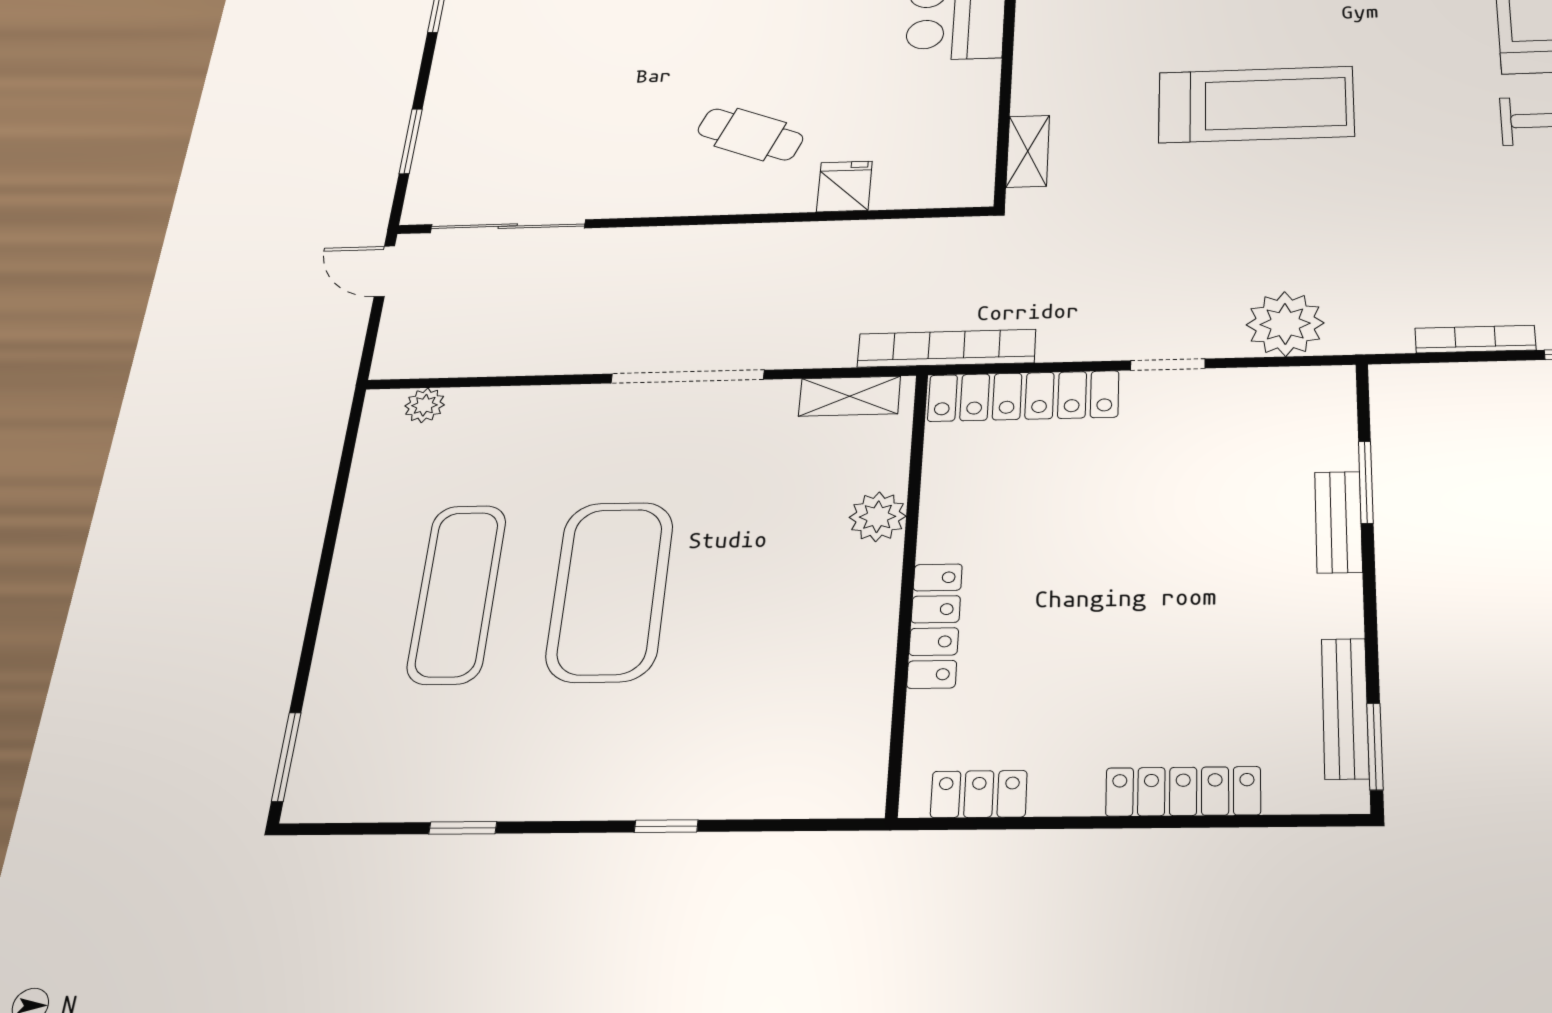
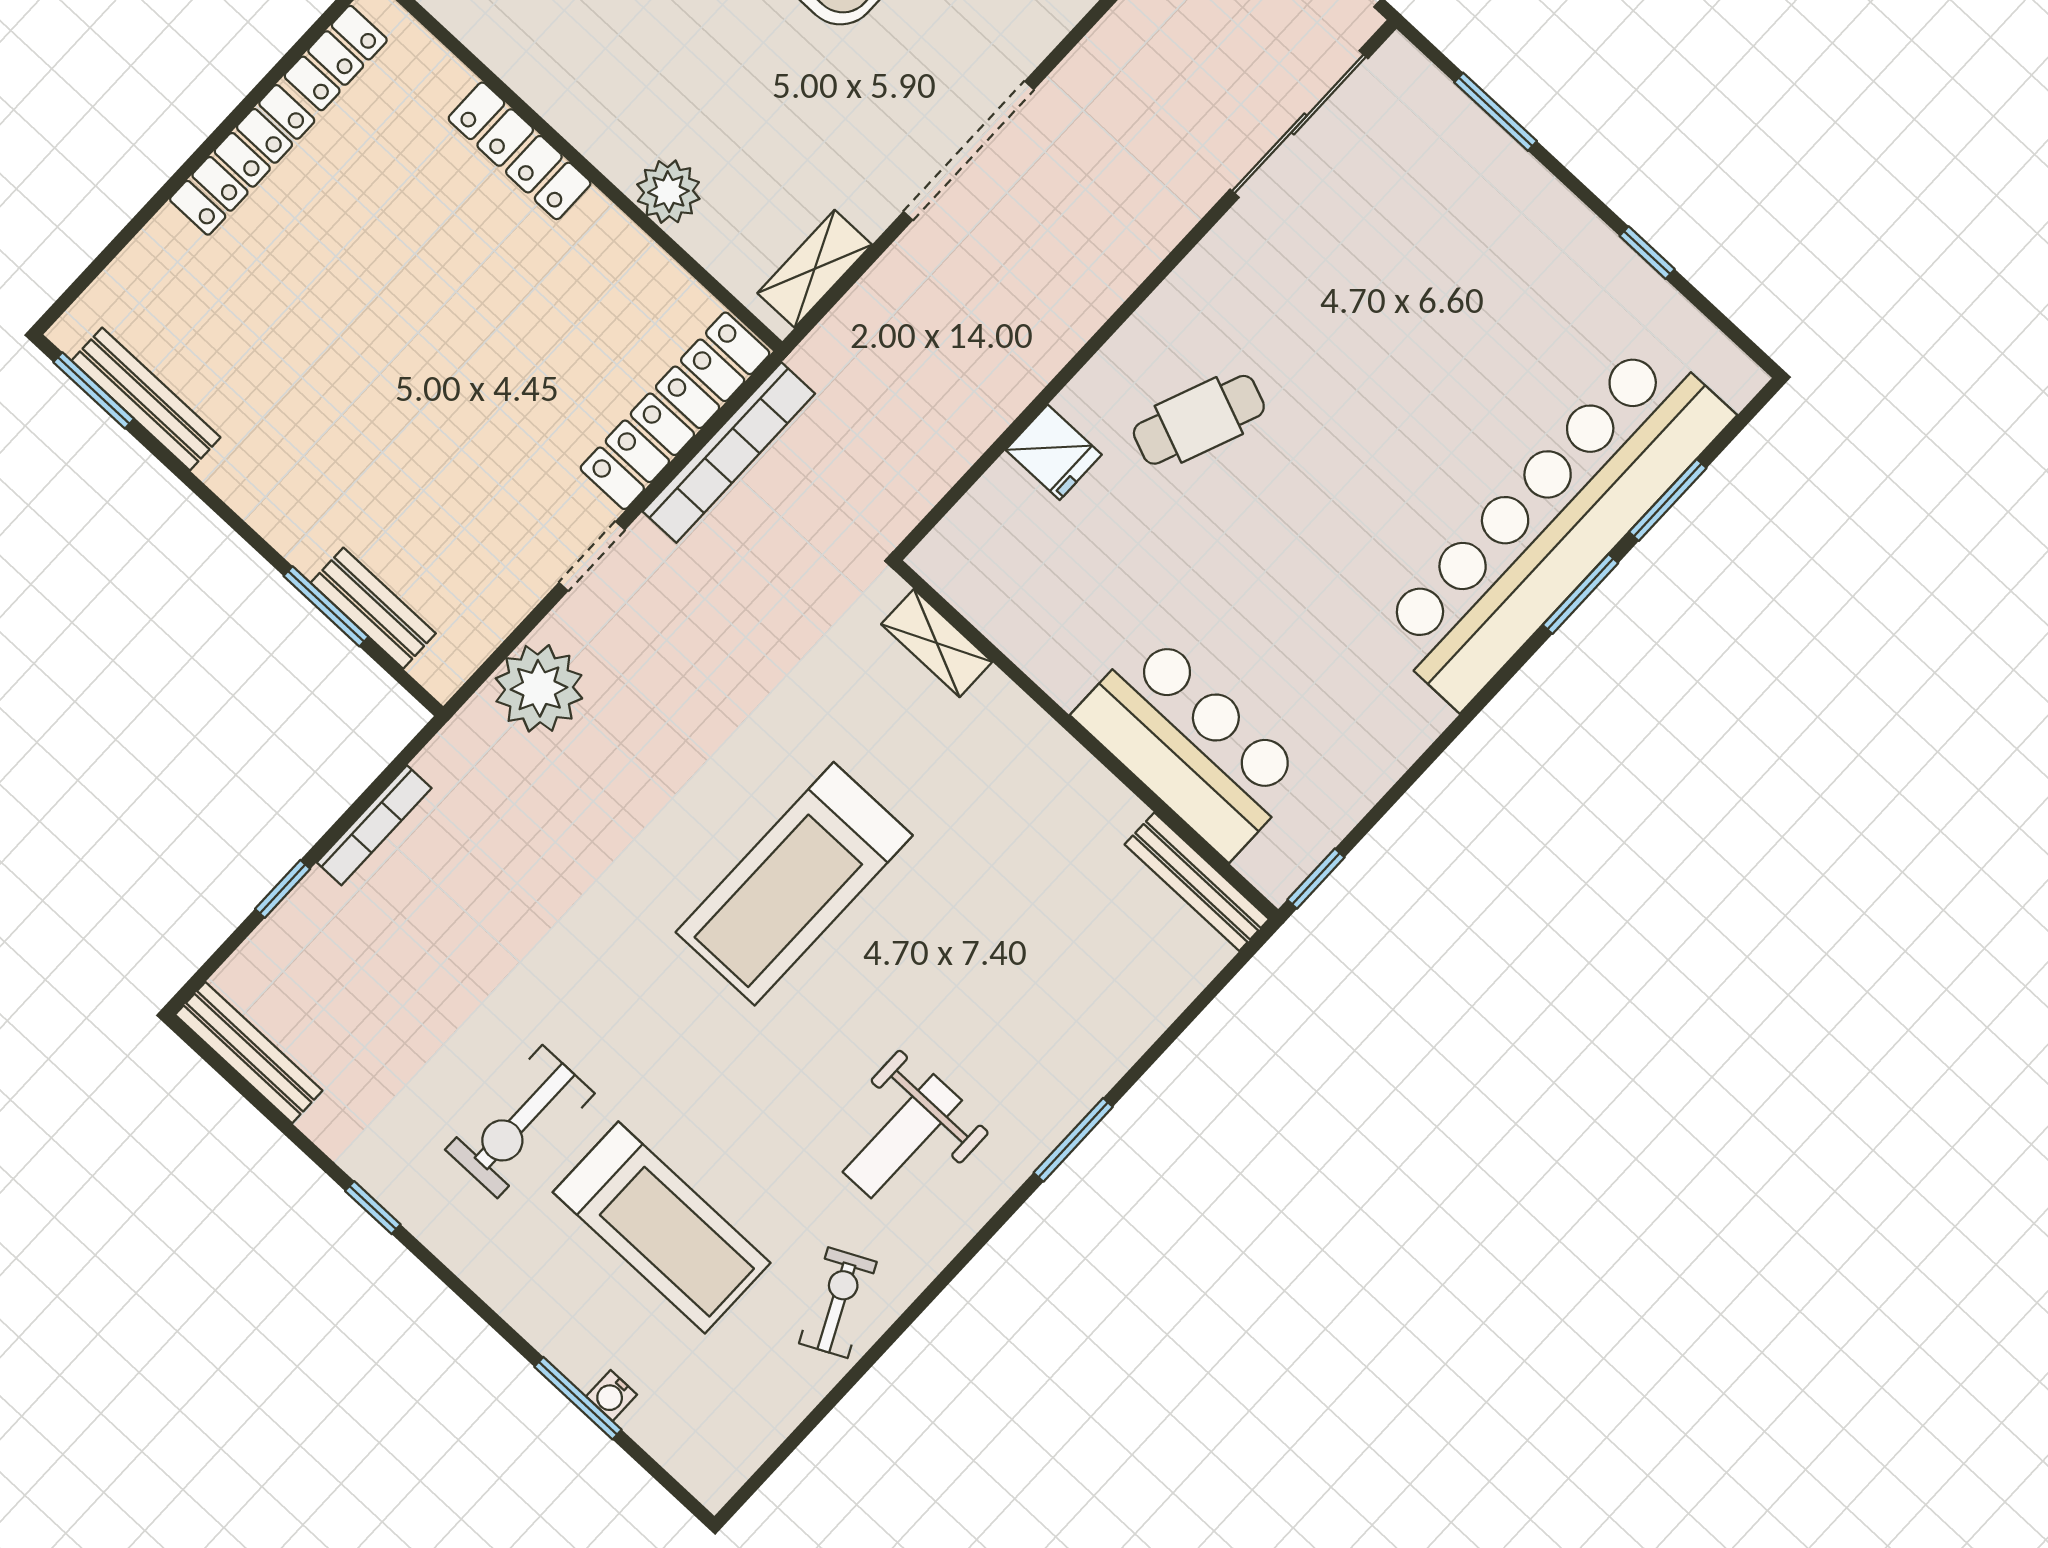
bookcase: (946, 348) -> (729, 453), moved
bench: (1338, 522) -> (373, 608), moved
locker: (1183, 791) -> (242, 160), moved

